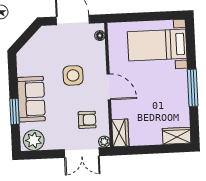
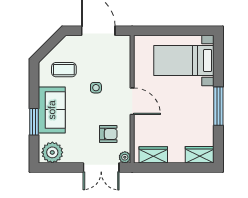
floor lamp: (100, 36) -> (125, 48), removed
coffee table: (41, 59) -> (64, 70), added
side table: (73, 75) -> (96, 88), width x0.54, depth x0.54
wardrobe: (120, 133) -> (153, 155), moved, turned -90

